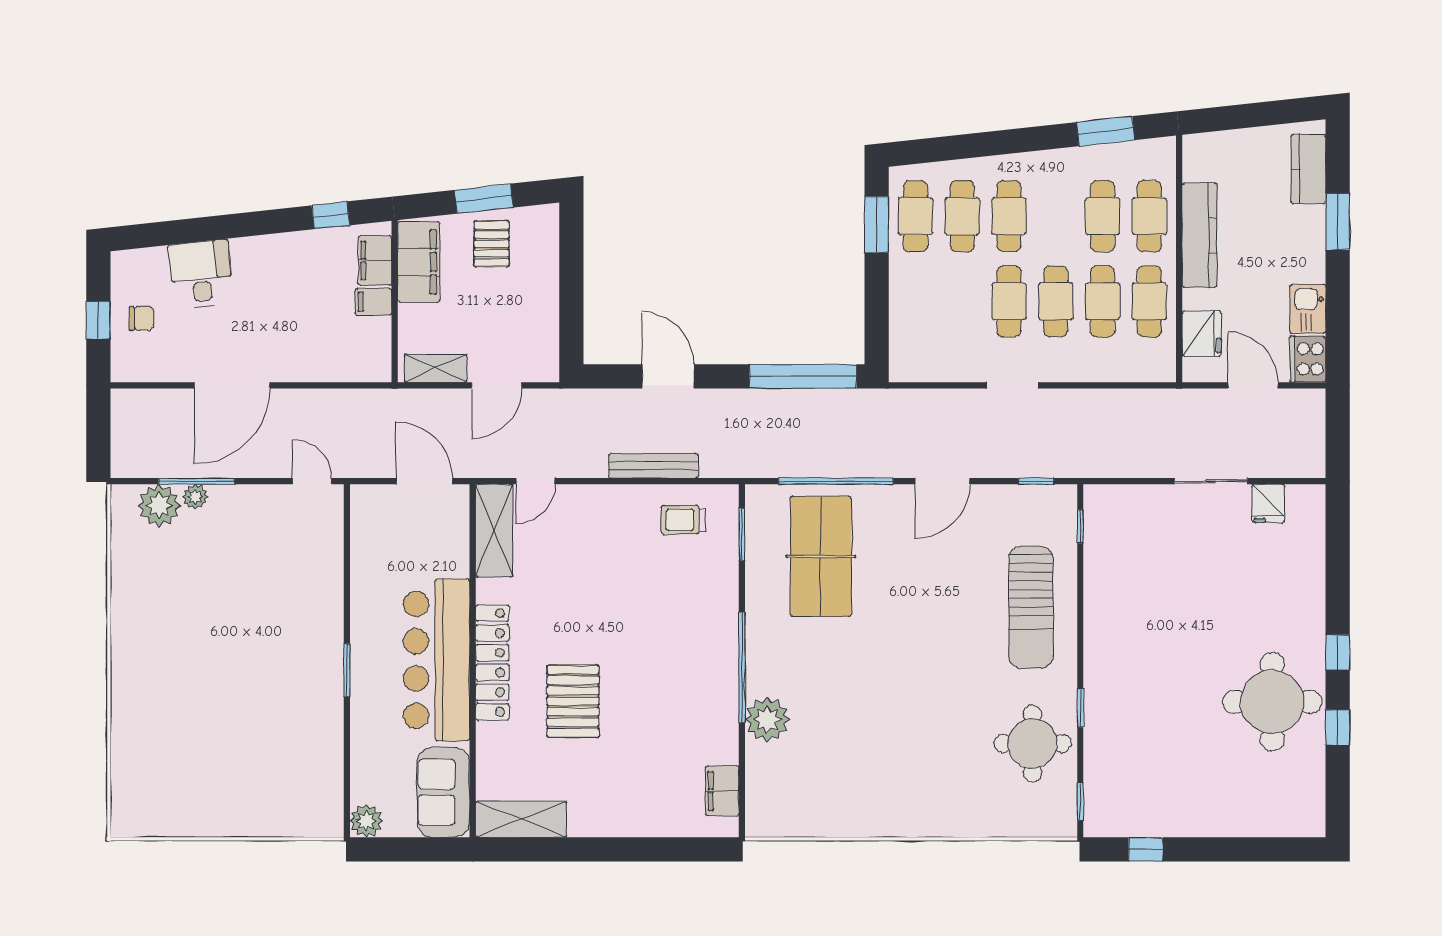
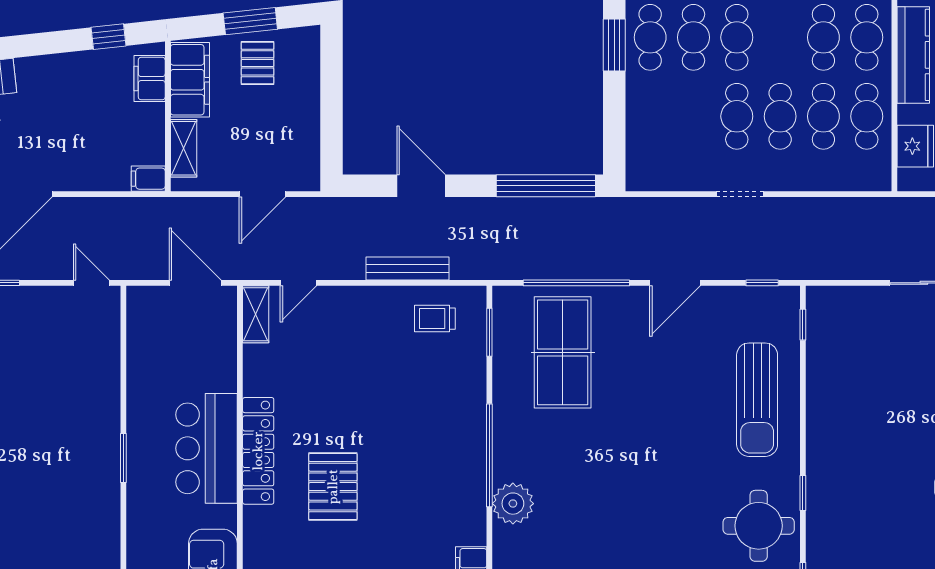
filing cabinet: (373, 302) -> (148, 179), moved
shelving: (436, 368) -> (184, 148), moved, turned 90
shelving: (494, 531) -> (256, 314), width x0.67, depth x0.75
bar counter: (436, 660) -> (207, 448), width x0.73

